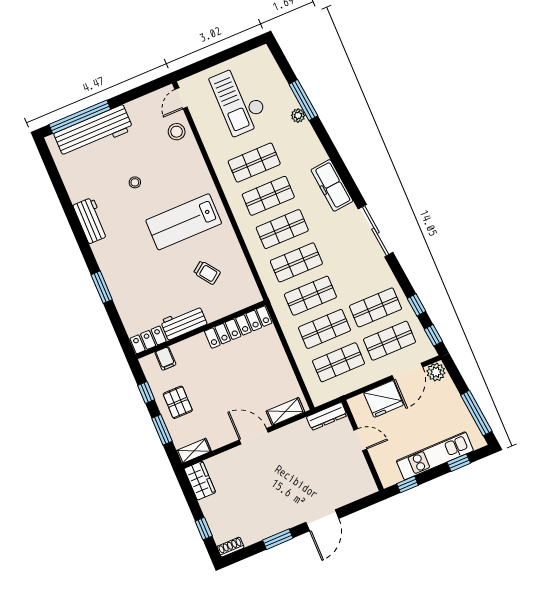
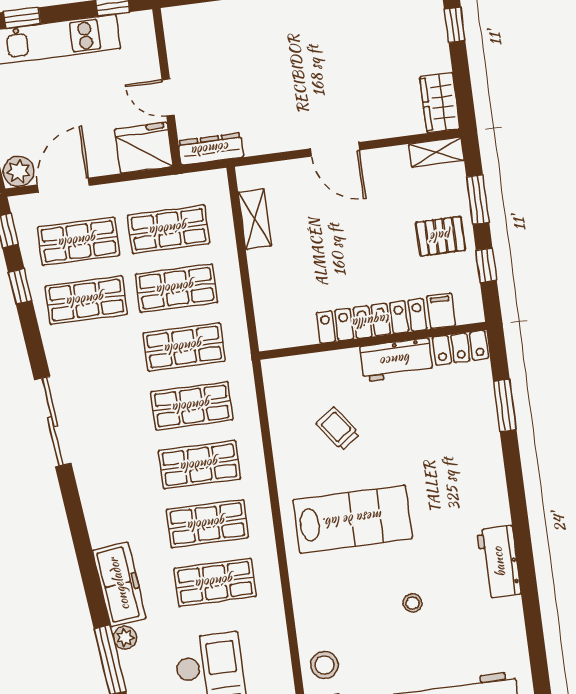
freezer: (332, 185) -> (119, 584), moved
window: (102, 287) -> (505, 405), moved
locker: (238, 327) -> (372, 321), moved
fridge: (384, 399) -> (144, 148), moved
pallet: (178, 402) -> (441, 236), turned 90
shelving: (285, 411) -> (255, 219), moved, turned 90

